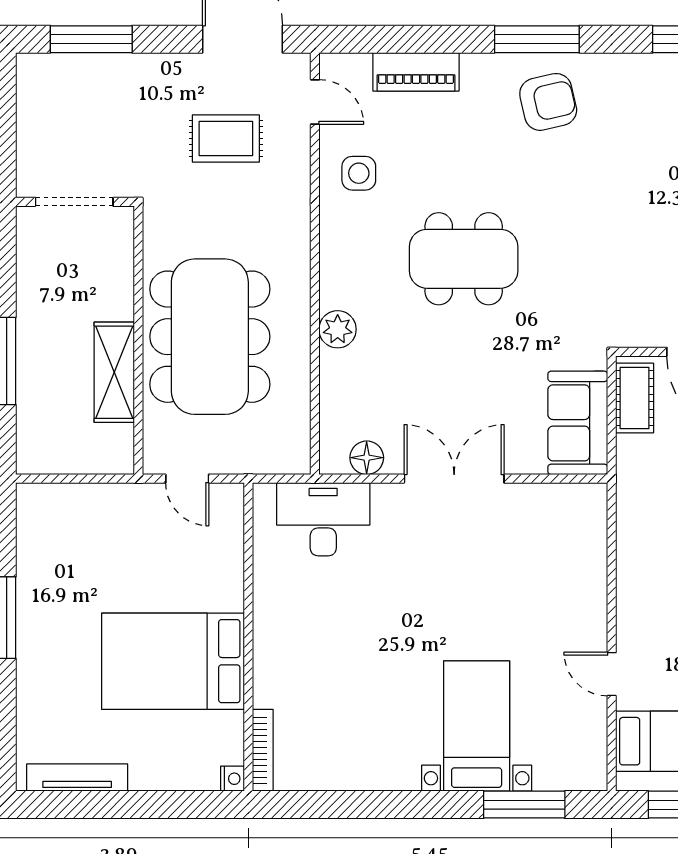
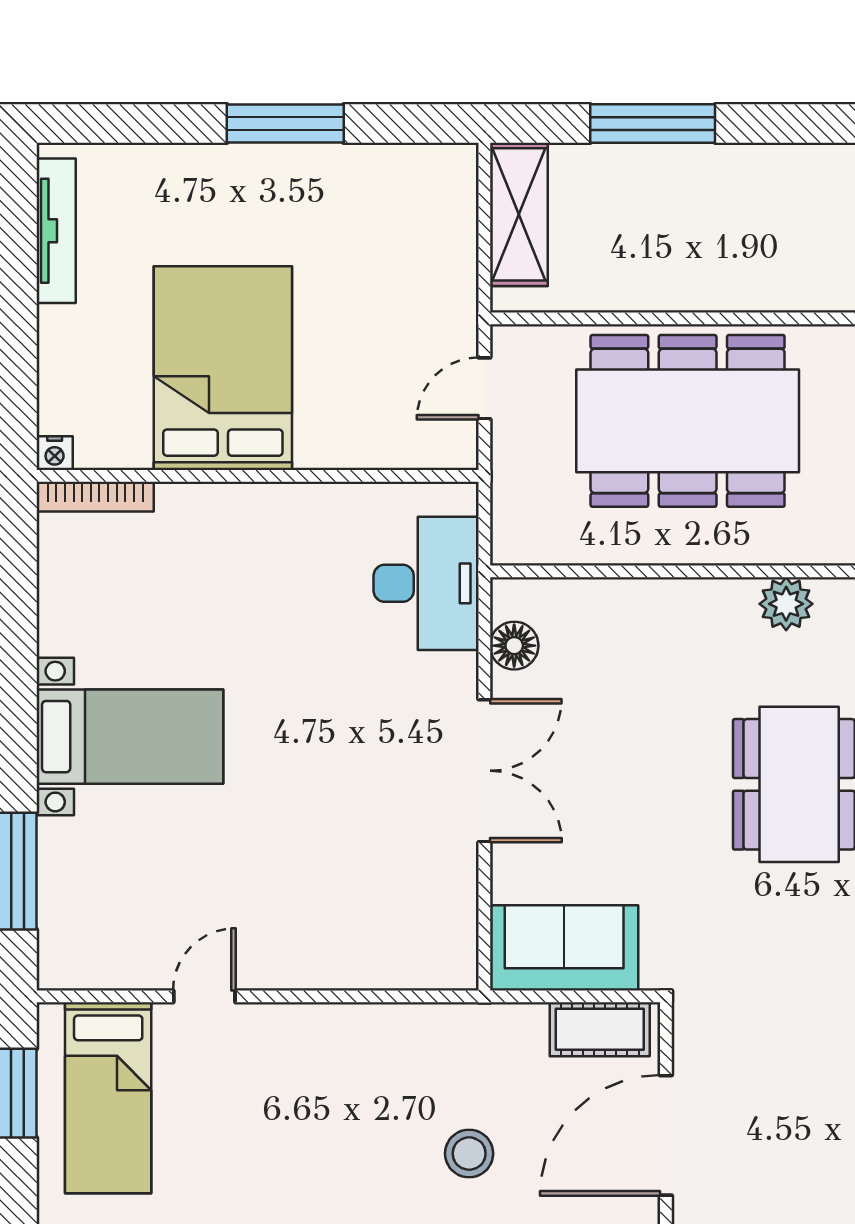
plant: (338, 329) -> (786, 604), moved
shelving: (114, 372) -> (519, 214), moved, turned 90
bed with nightstands: (477, 726) -> (130, 737), moved

